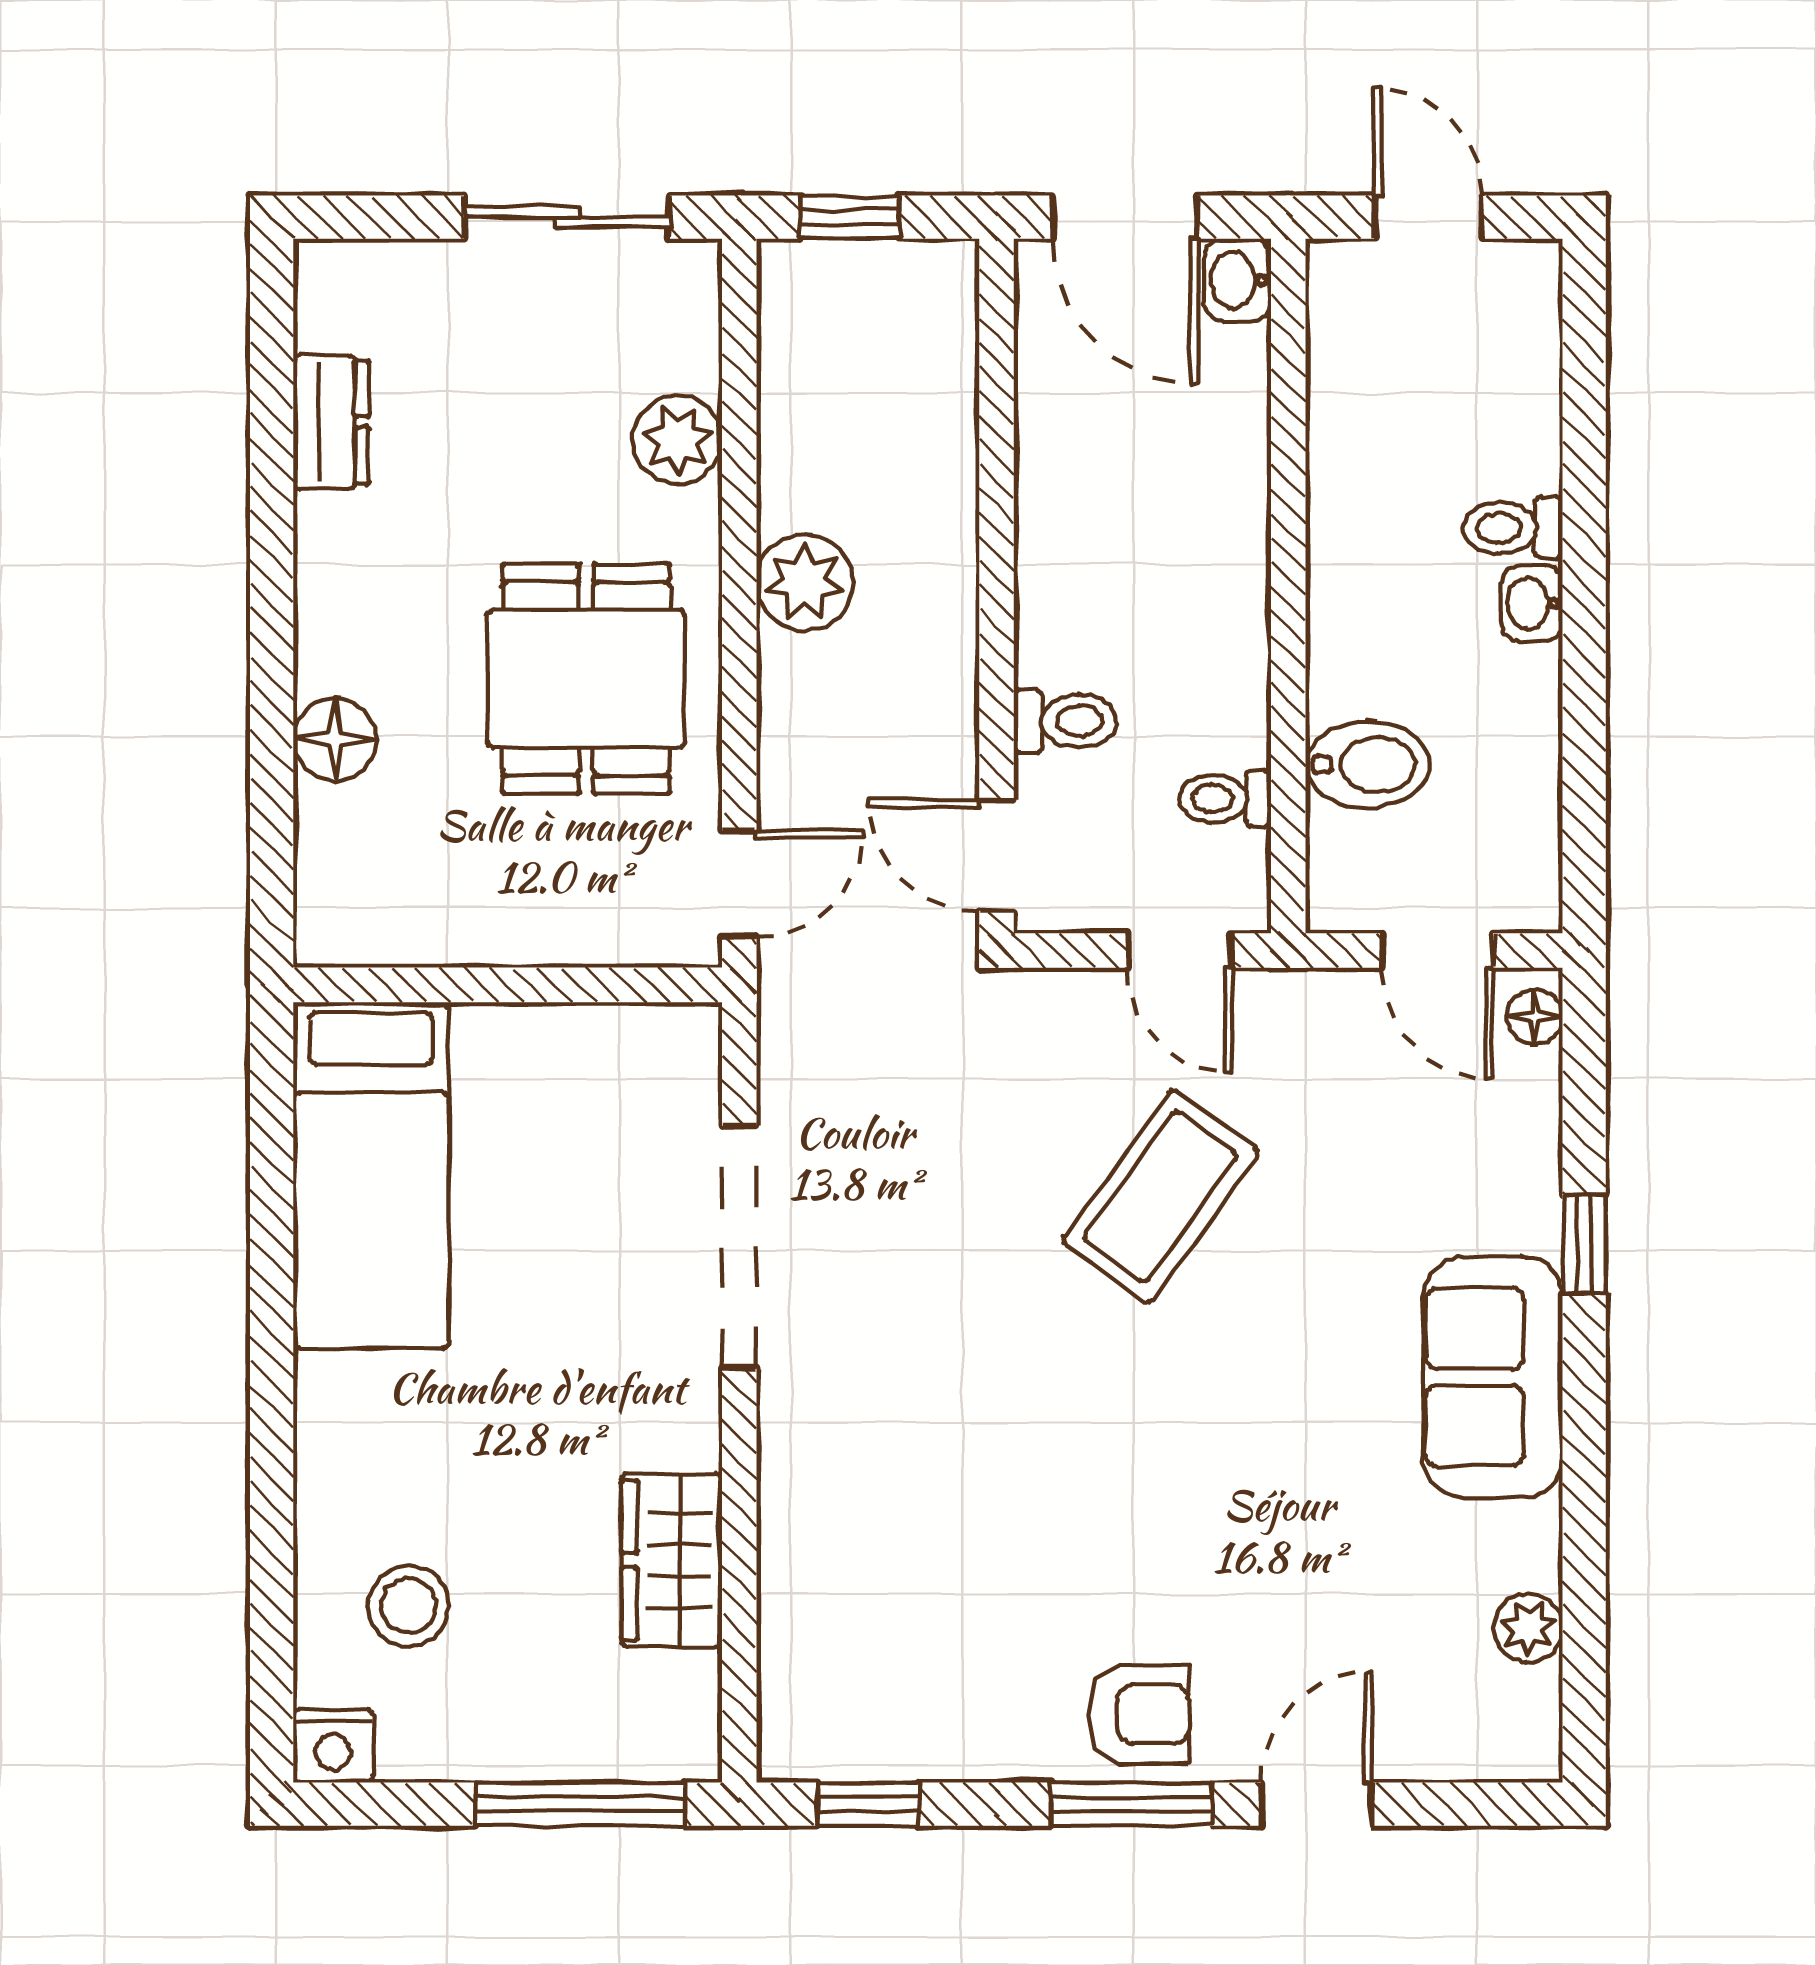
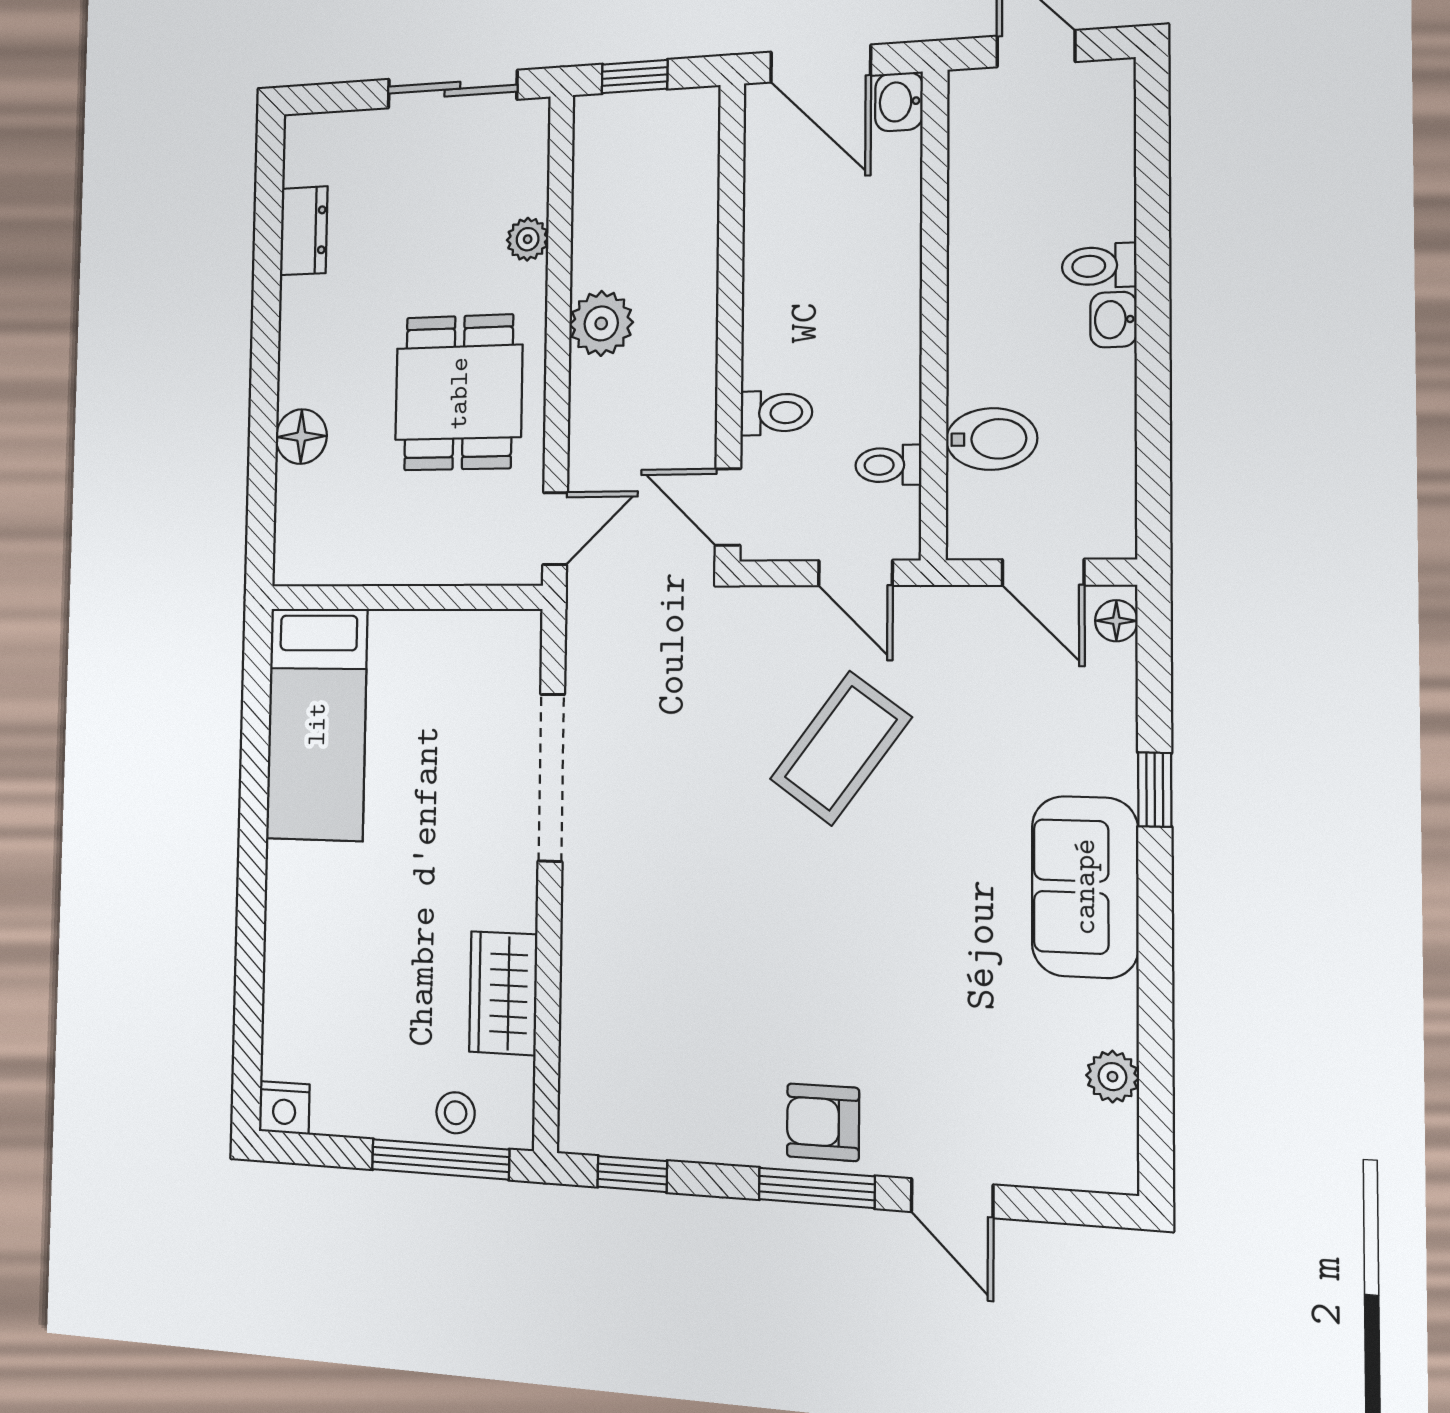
plant: (678, 440) -> (528, 239), width x0.73, depth x0.73
stool: (408, 1606) -> (456, 1113), moved, width x0.73, depth x0.73
armchair: (1139, 1714) -> (823, 1122), turned 180
door: (1316, 1804) -> (952, 1198), swing flipped

